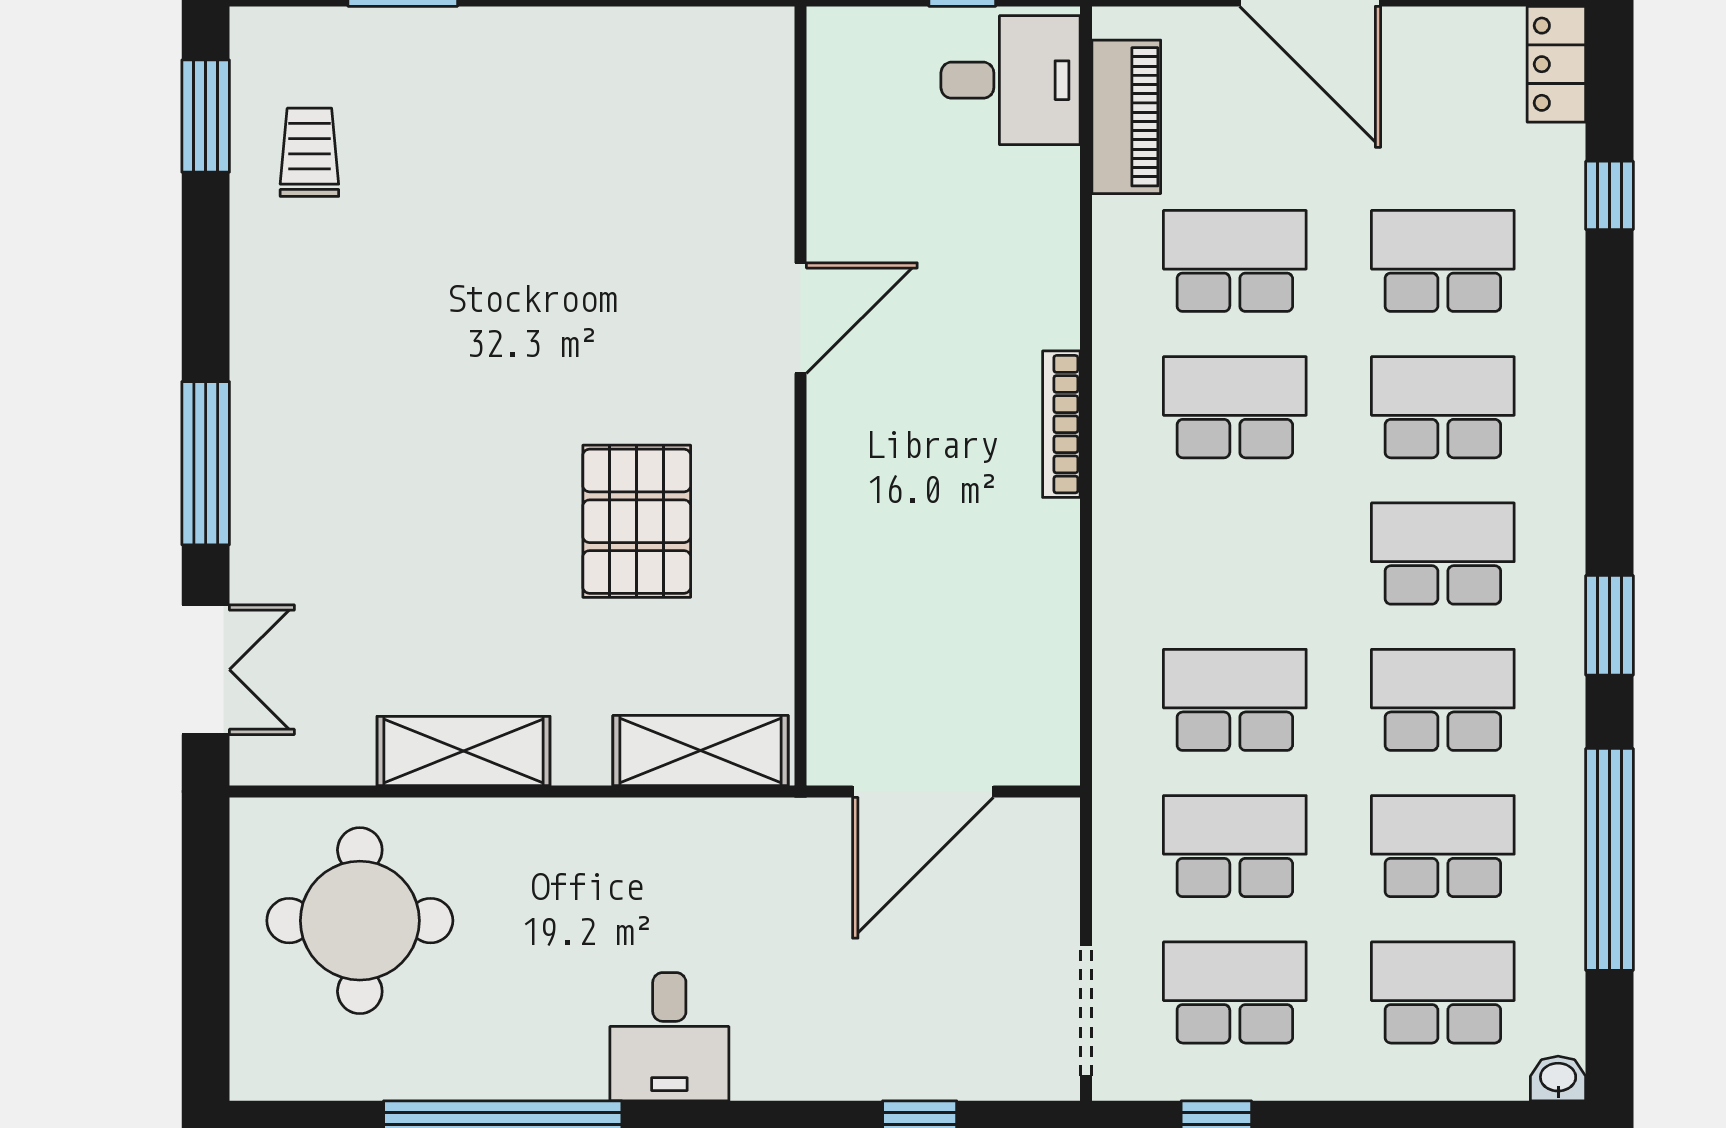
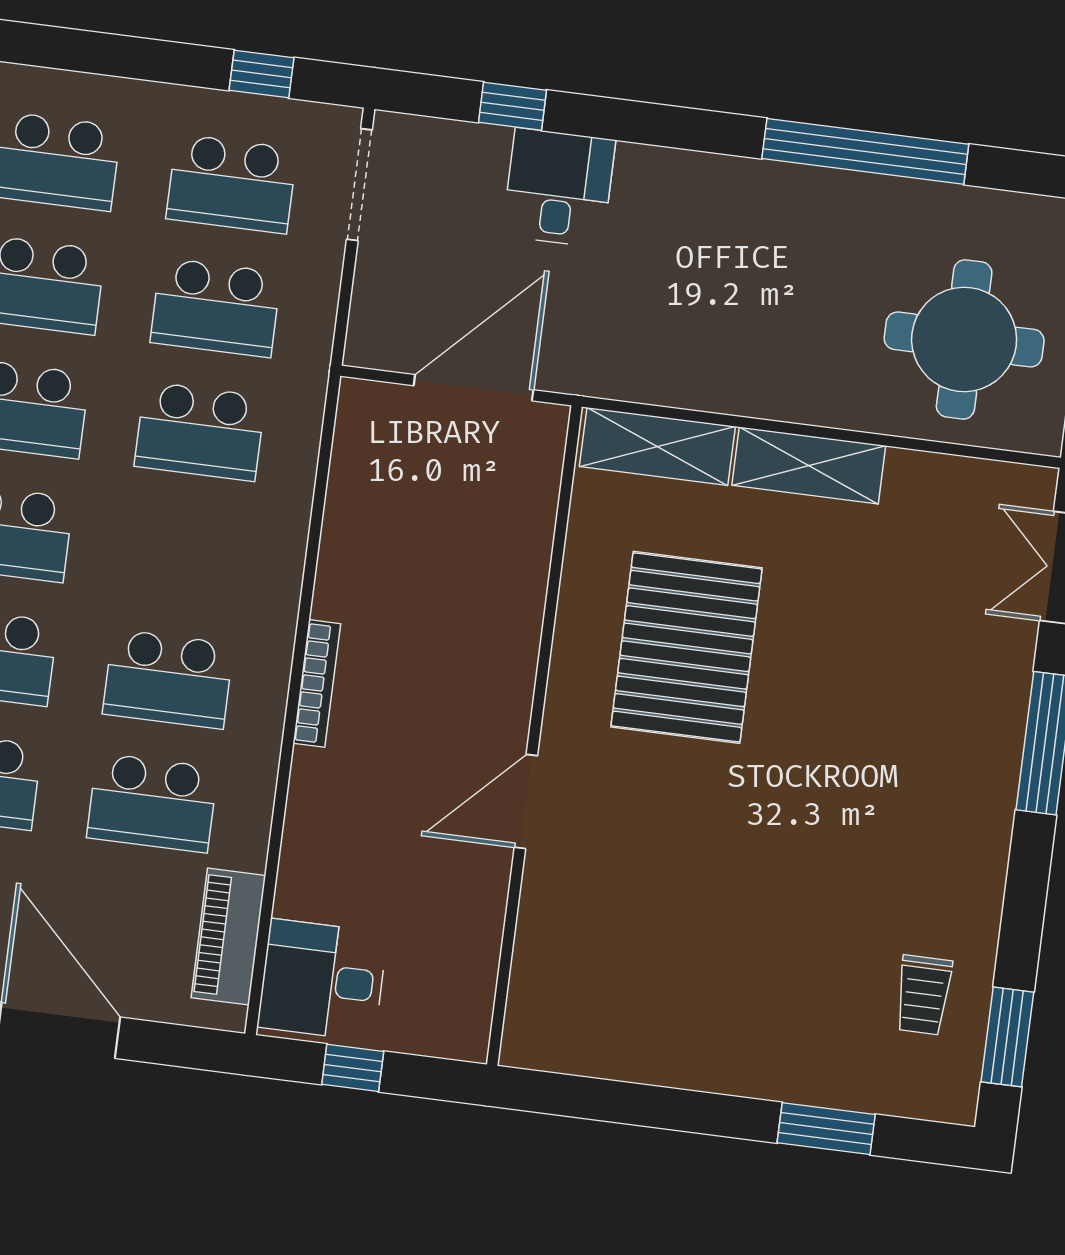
pallet: (637, 521) -> (686, 647), width x1.37, depth x1.41
shelving: (464, 751) -> (809, 465), moved
desk: (669, 1037) -> (559, 188), moved

